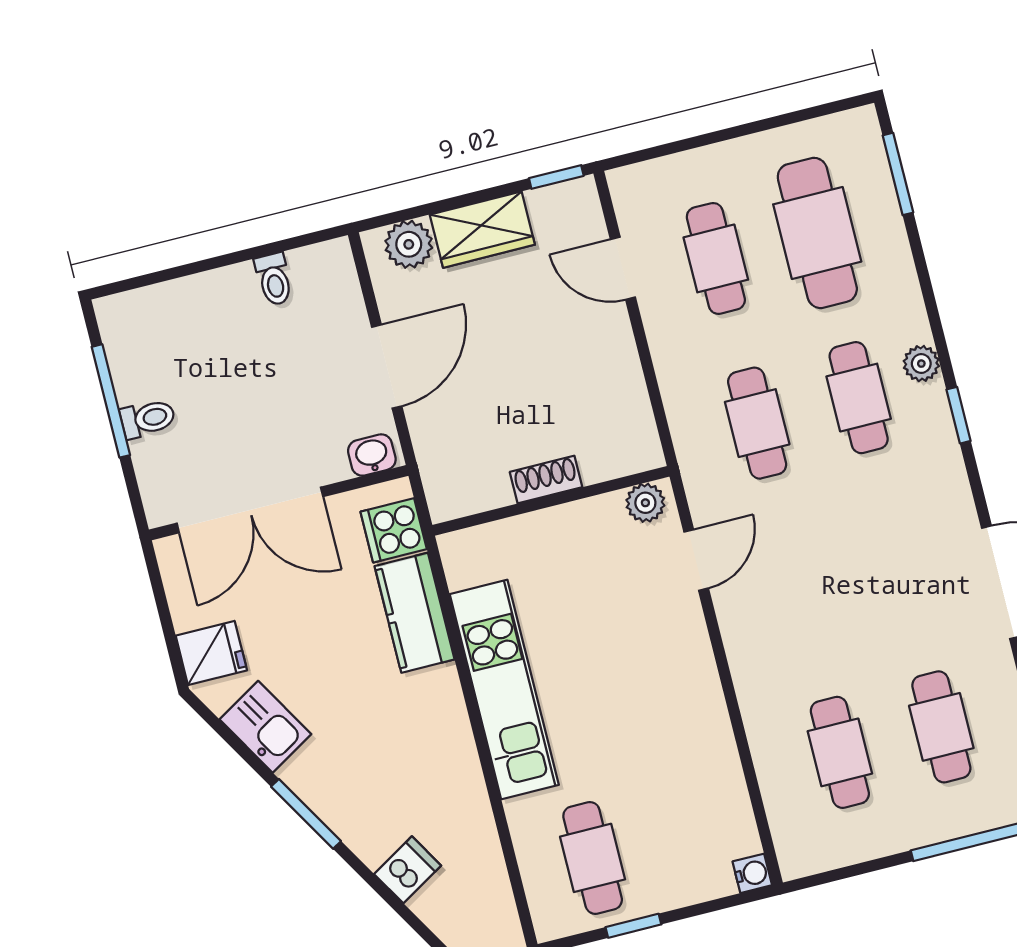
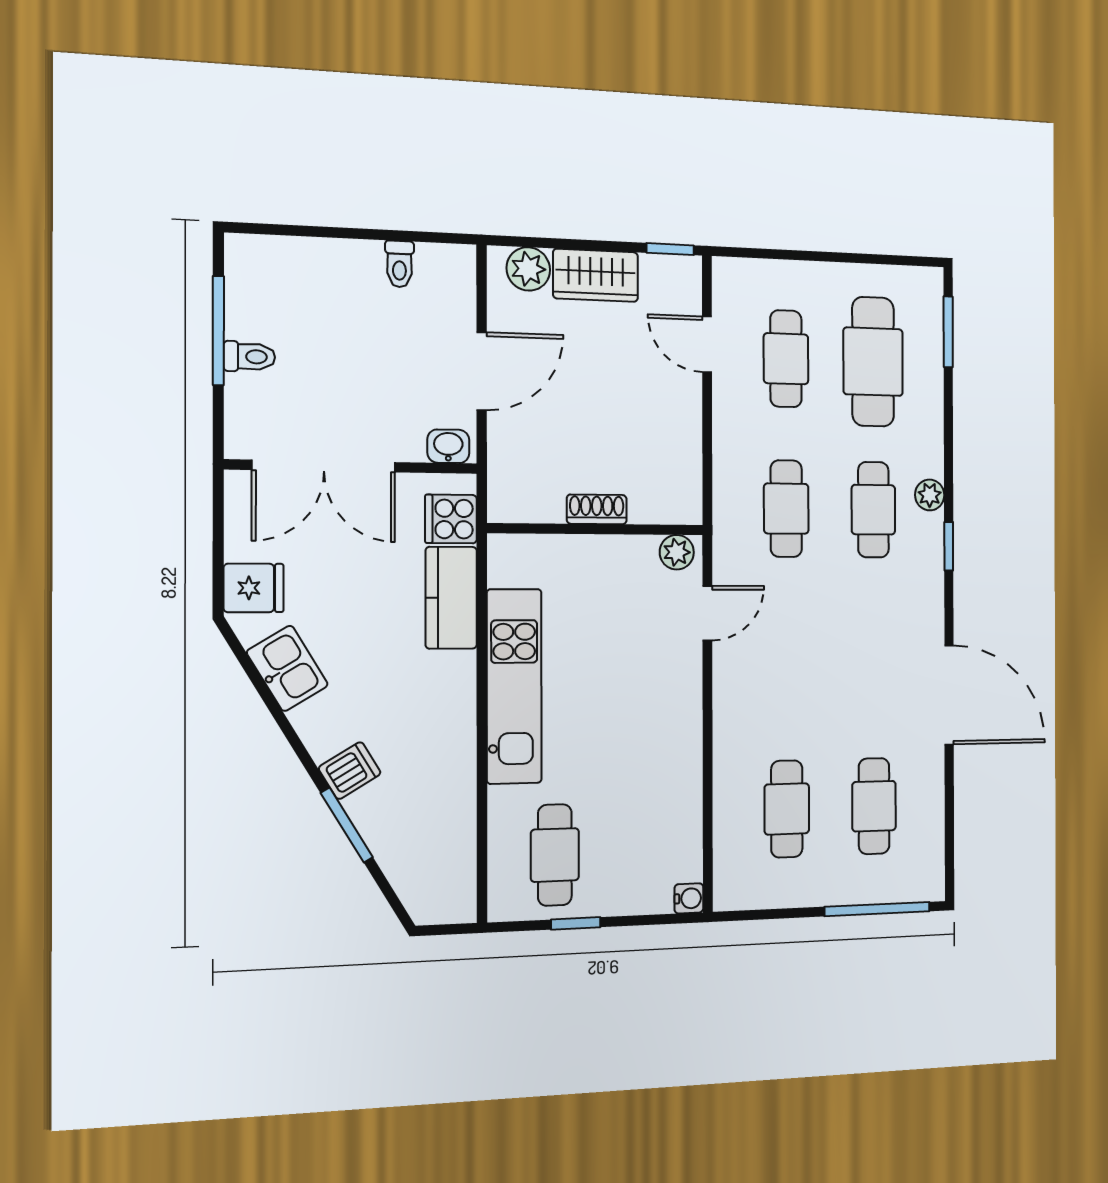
window: (306, 814) -> (347, 825), moved
dishwasher: (408, 870) -> (350, 771), moved

